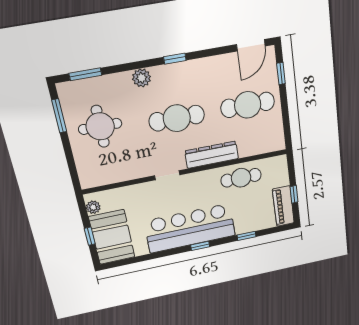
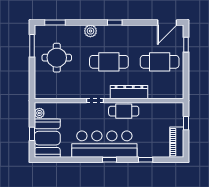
cafe table: (241, 178) -> (124, 111), moved
window: (294, 194) -> (186, 123), moved

